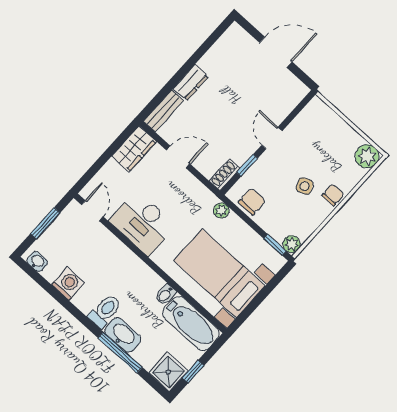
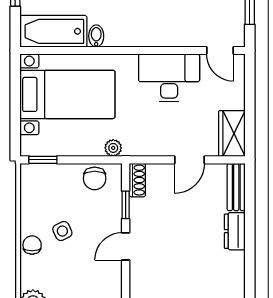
door: (272, 138) -> (126, 246), swing flipped
chair: (333, 195) -> (32, 245), turned 180
plant: (292, 244) -> (29, 173), removed

